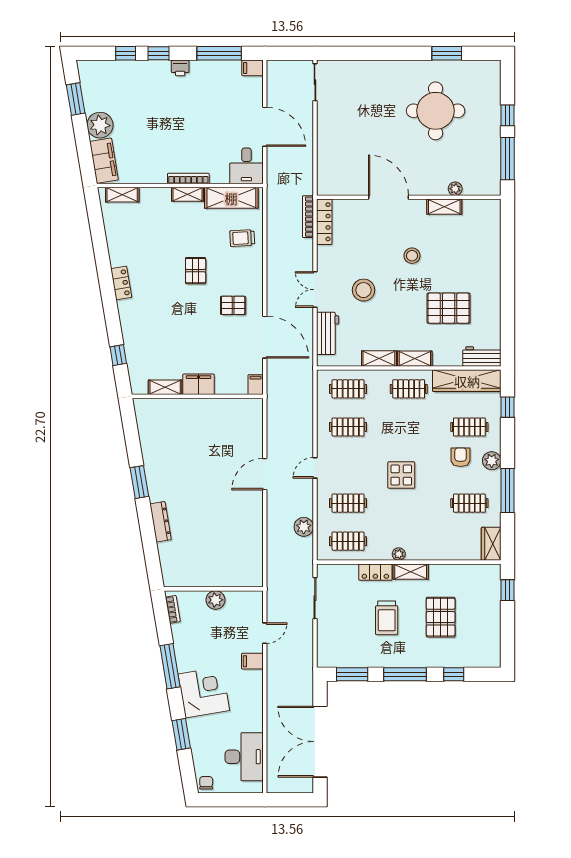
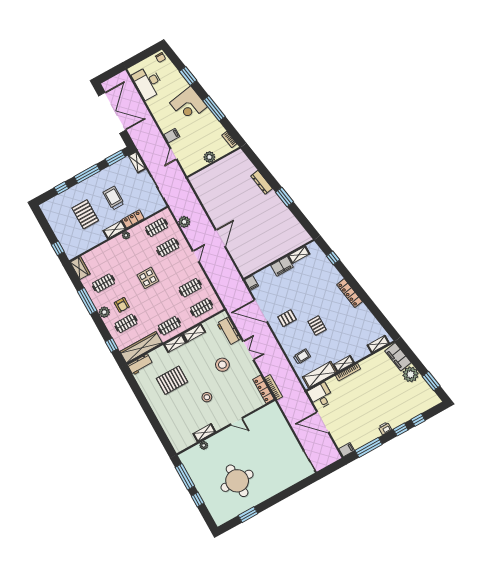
door: (389, 197) -> (237, 421), width x0.53
locker: (121, 283) -> (350, 293), width x1.53
shelving: (324, 651) -> (137, 162), added

